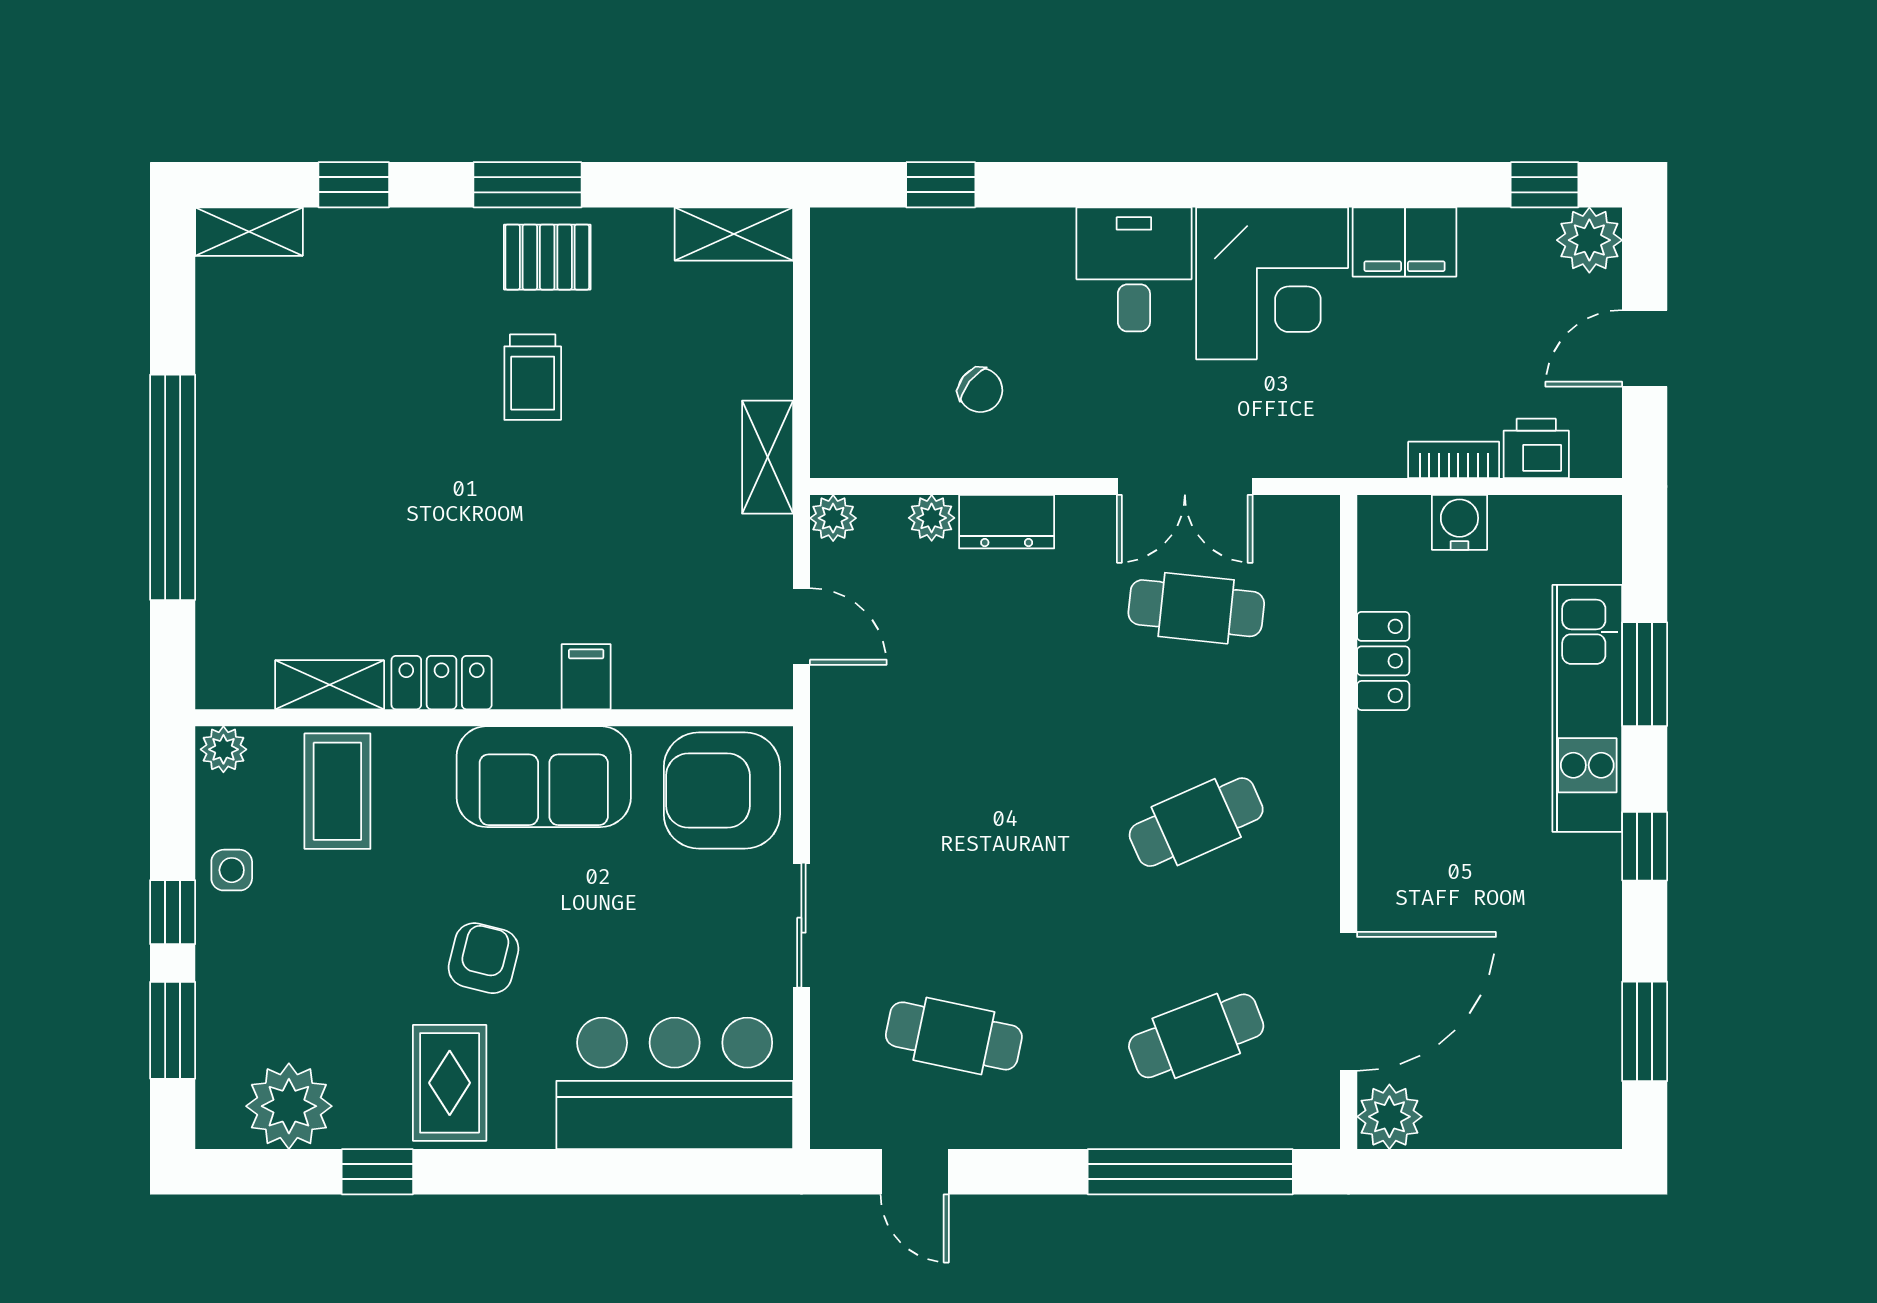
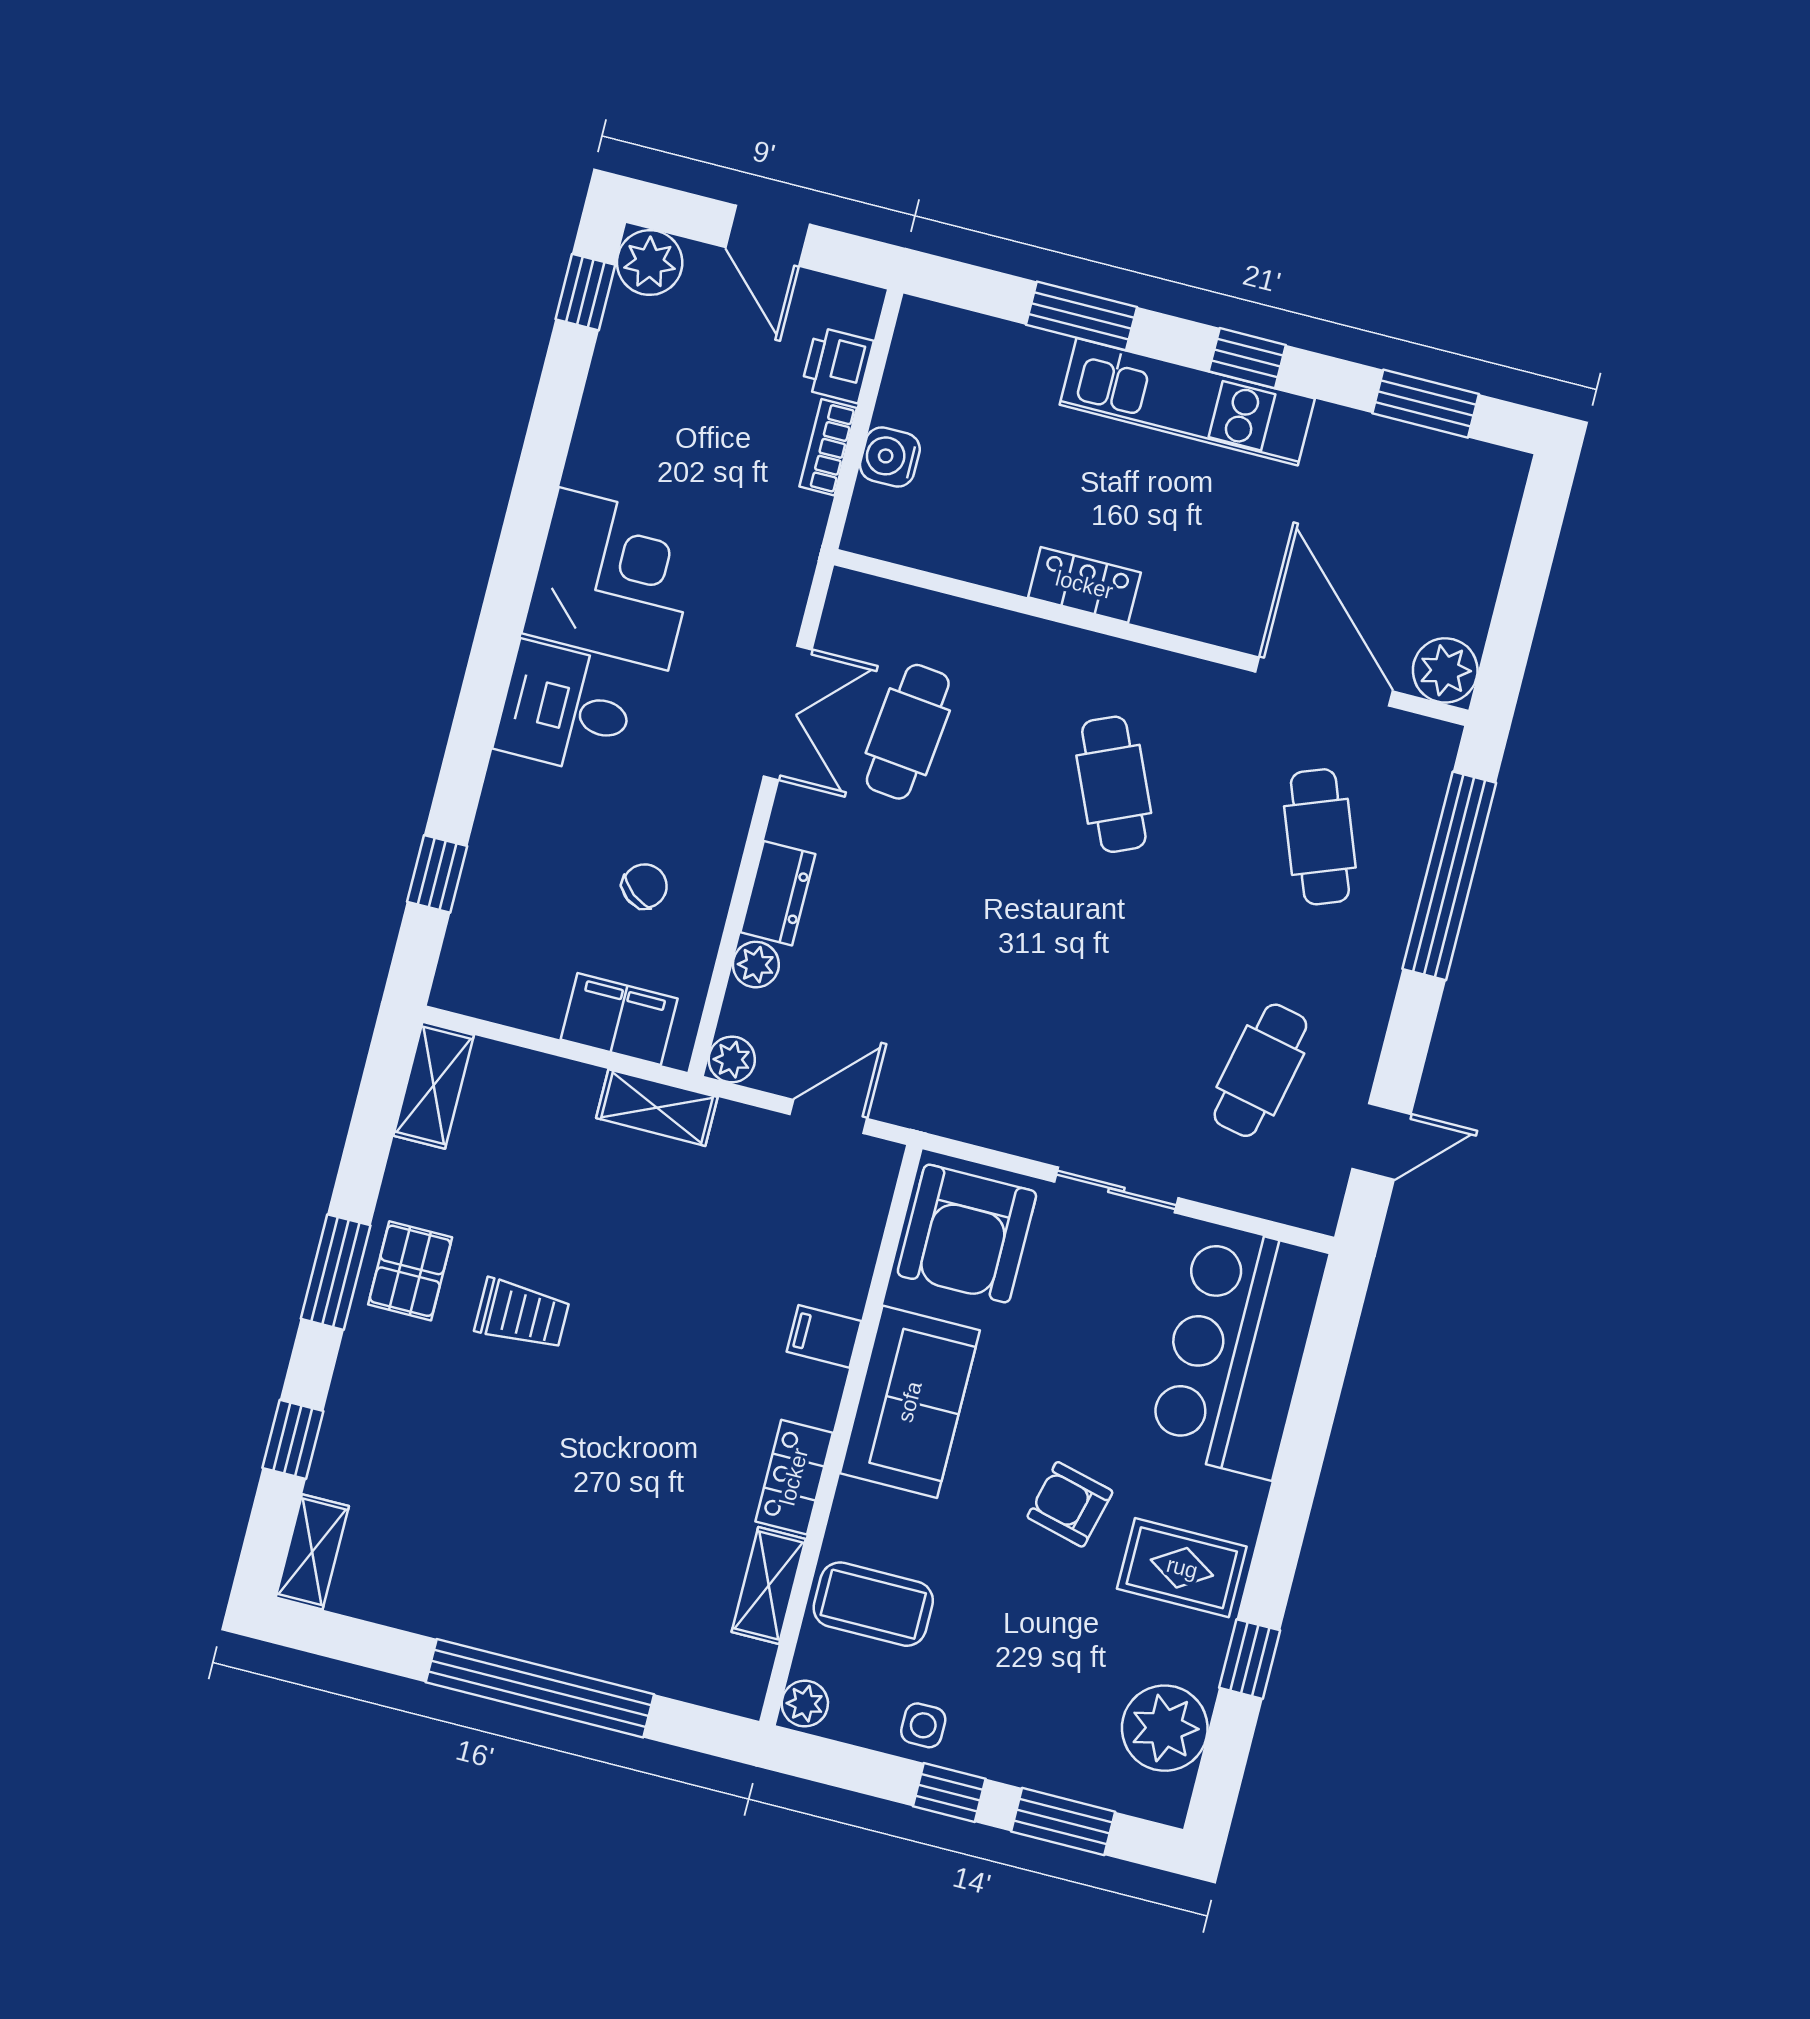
filing cabinet: (1405, 242) -> (619, 1019), moved, turned -90
locker: (1383, 661) -> (1084, 585), moved
kitchen unit: (1587, 708) -> (1187, 402), moved

